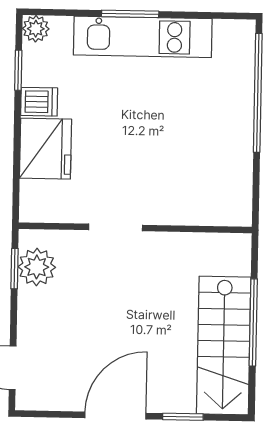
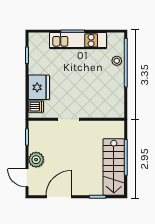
plant: (36, 29) -> (34, 38), removed
stool: (236, 88) -> (117, 61), added
dishwasher: (39, 102) -> (36, 107), moved
plant: (37, 267) -> (36, 160), moved
door: (115, 415) -> (59, 197), moved

